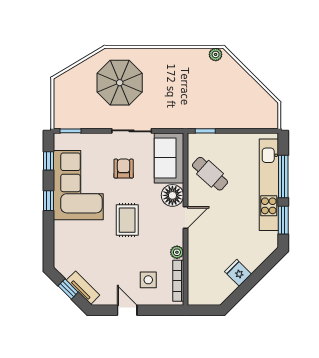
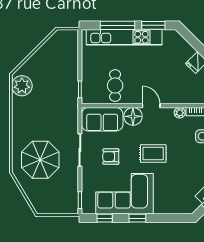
plant: (216, 54) -> (22, 86), width x1.88, depth x1.88
cafe table: (210, 174) -> (115, 86), turned -42

